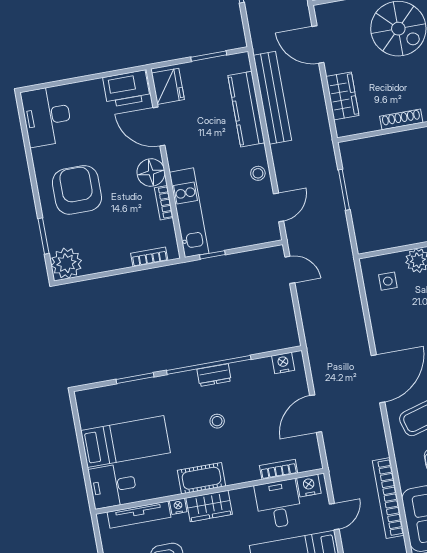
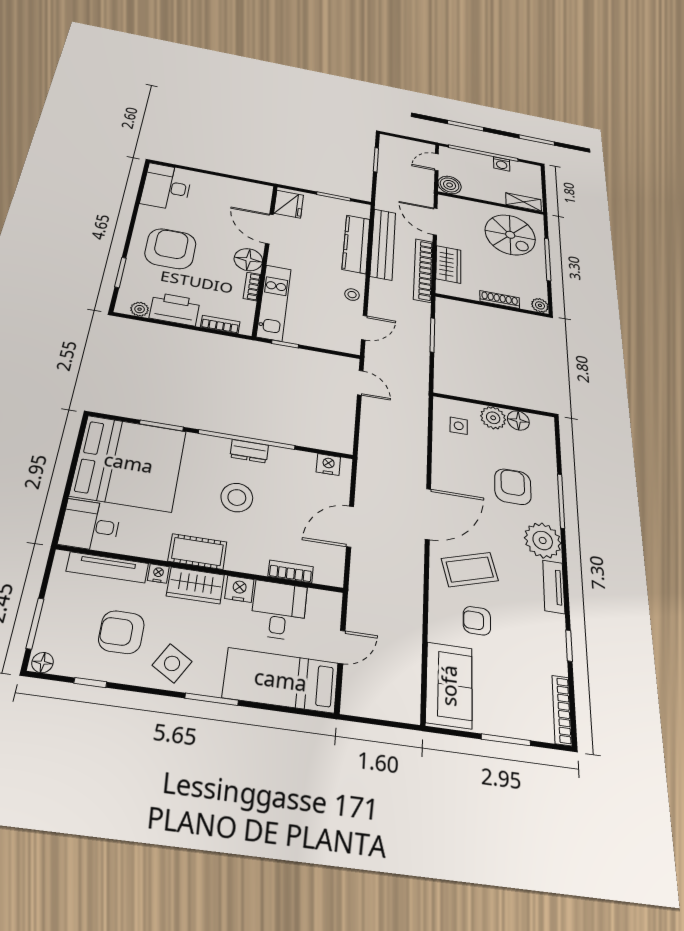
printer: (126, 89) -> (175, 309), moved, turned 180
plant: (66, 263) -> (140, 309), width x0.53, depth x0.53
stool: (217, 421) -> (237, 498), width x1.89, depth x1.89
bed: (125, 442) -> (129, 463), width x2.04
nightstand: (309, 485) -> (239, 589), moved
bookcase: (388, 498) -> (423, 270), moved

